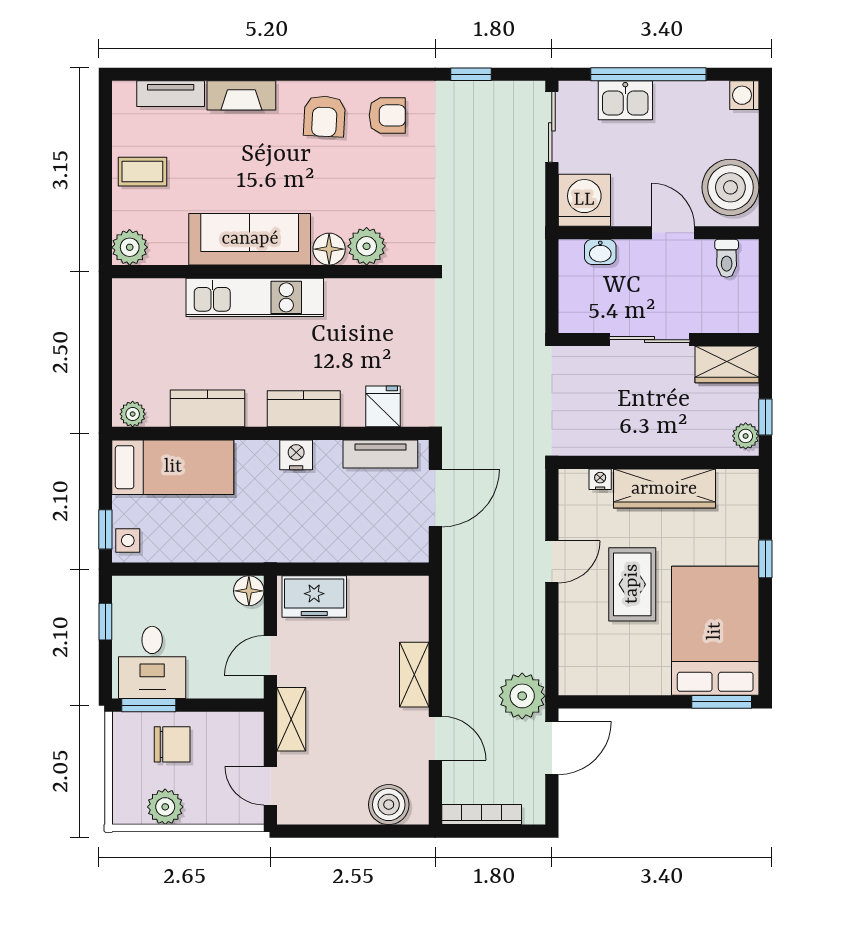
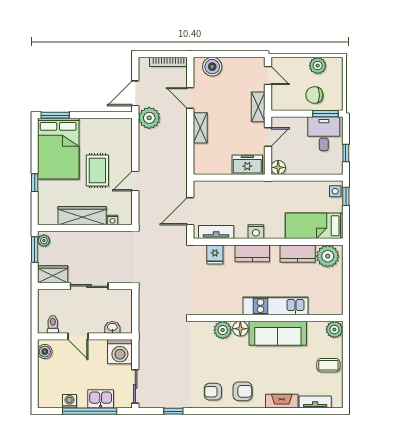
washing machine: (744, 95) -> (70, 401), moved, turned -90
armchair: (324, 116) -> (243, 391), turned 87
boiler: (730, 187) -> (45, 352), width x0.54, depth x0.54
plant: (133, 414) -> (328, 256), width x1.88, depth x1.88
window: (765, 417) -> (35, 249), width x1.50

